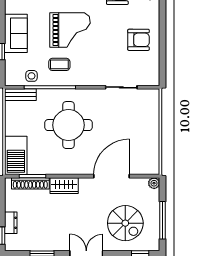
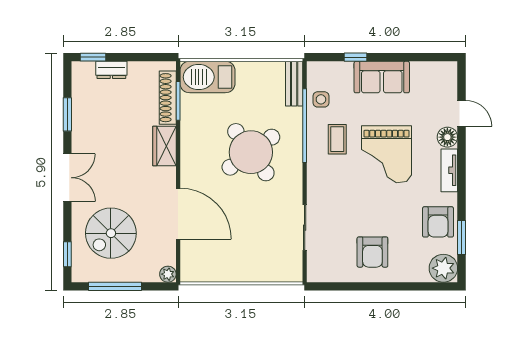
round table: (68, 125) -> (251, 152), turned -36

